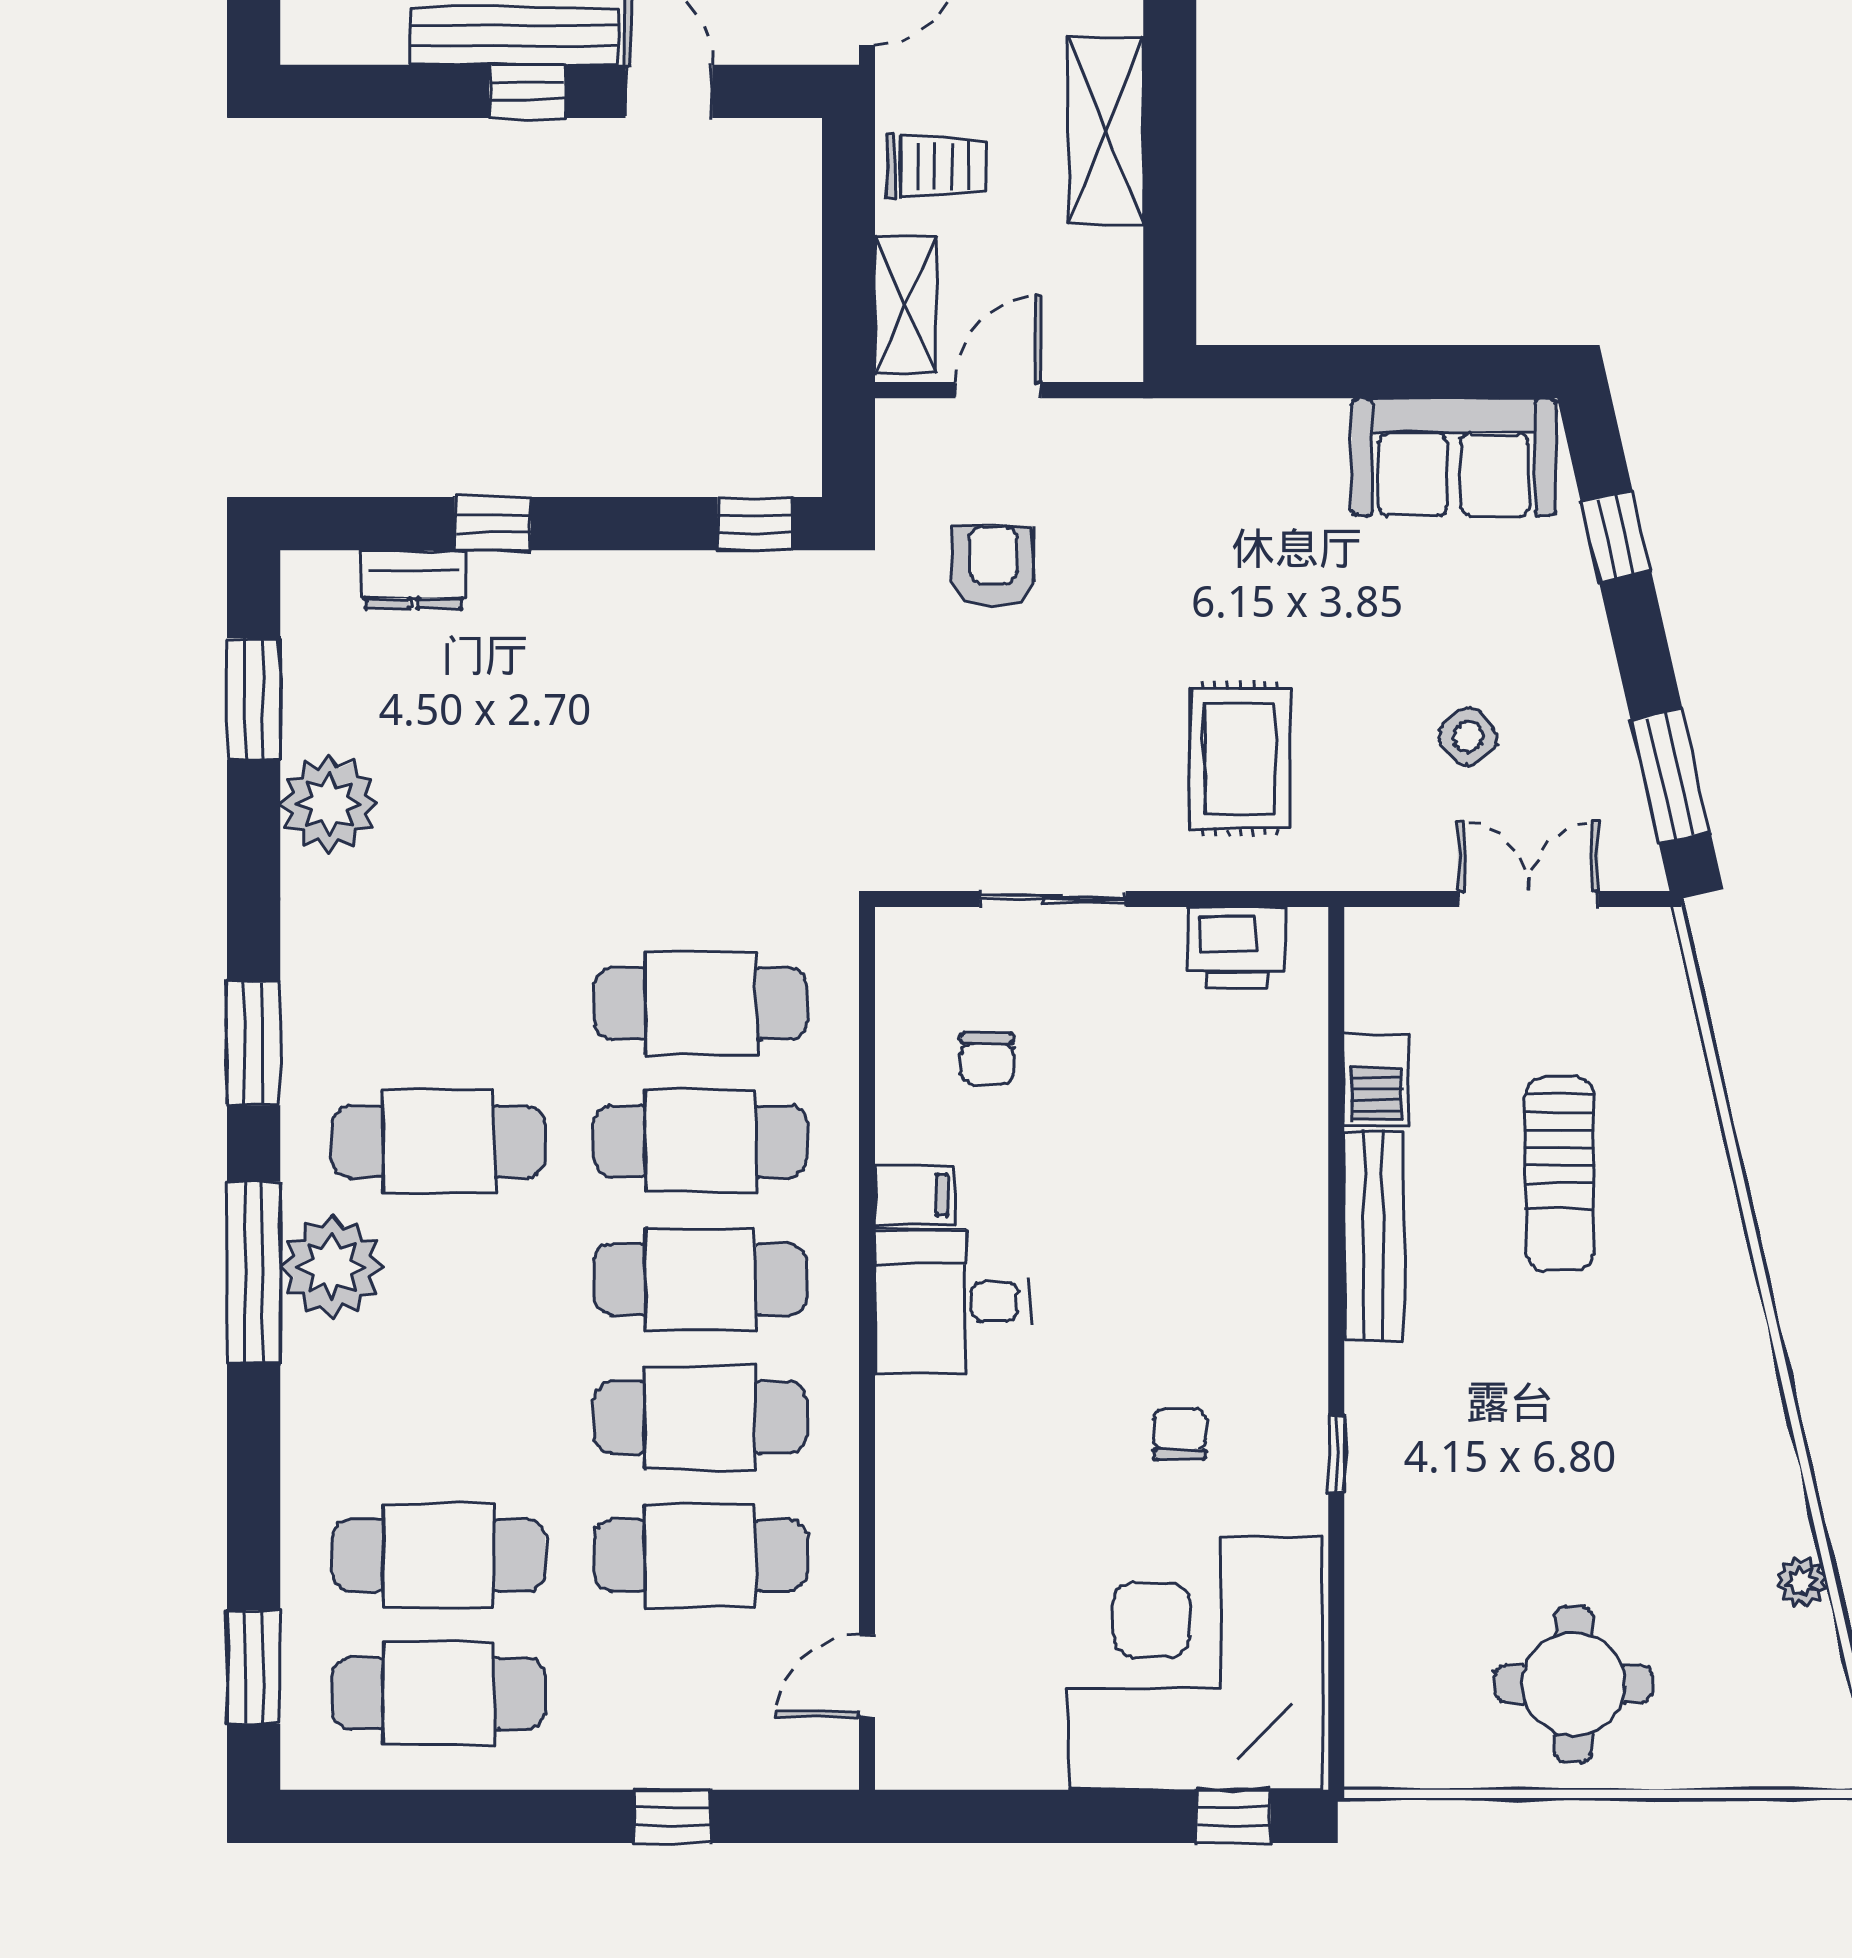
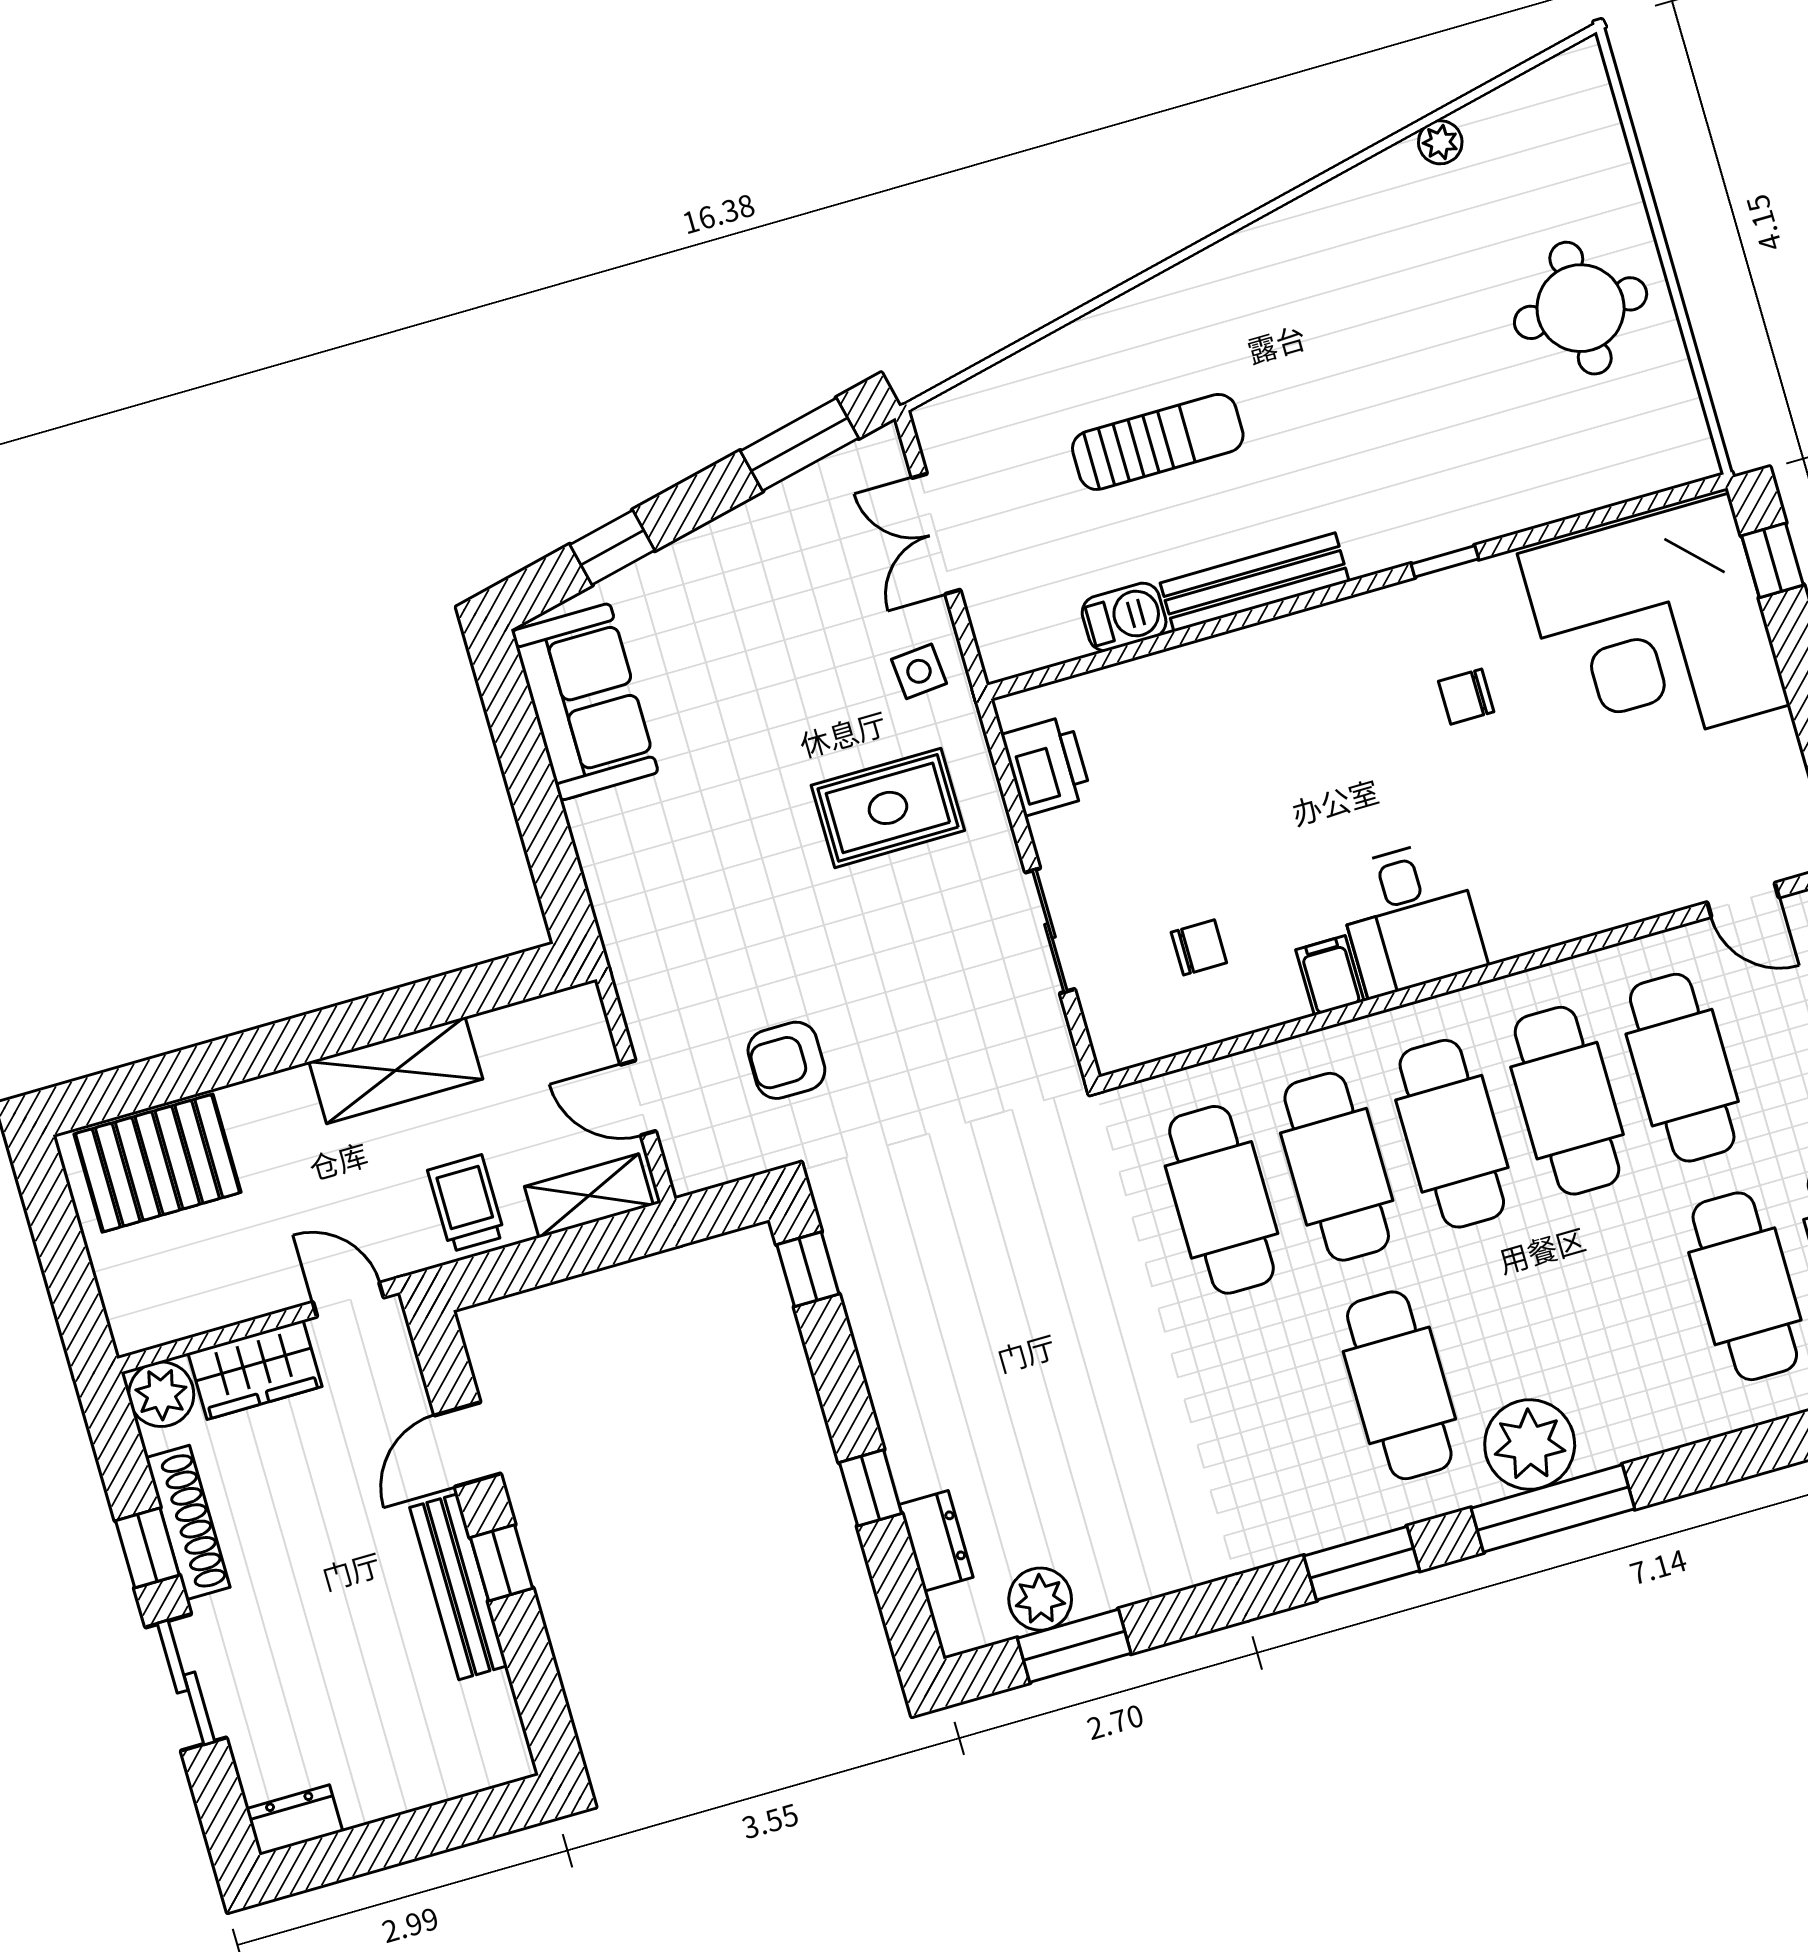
side table: (1468, 737) -> (919, 671), moved, turned 35
plant: (329, 804) -> (1040, 1599), moved, width x0.73, depth x0.73

